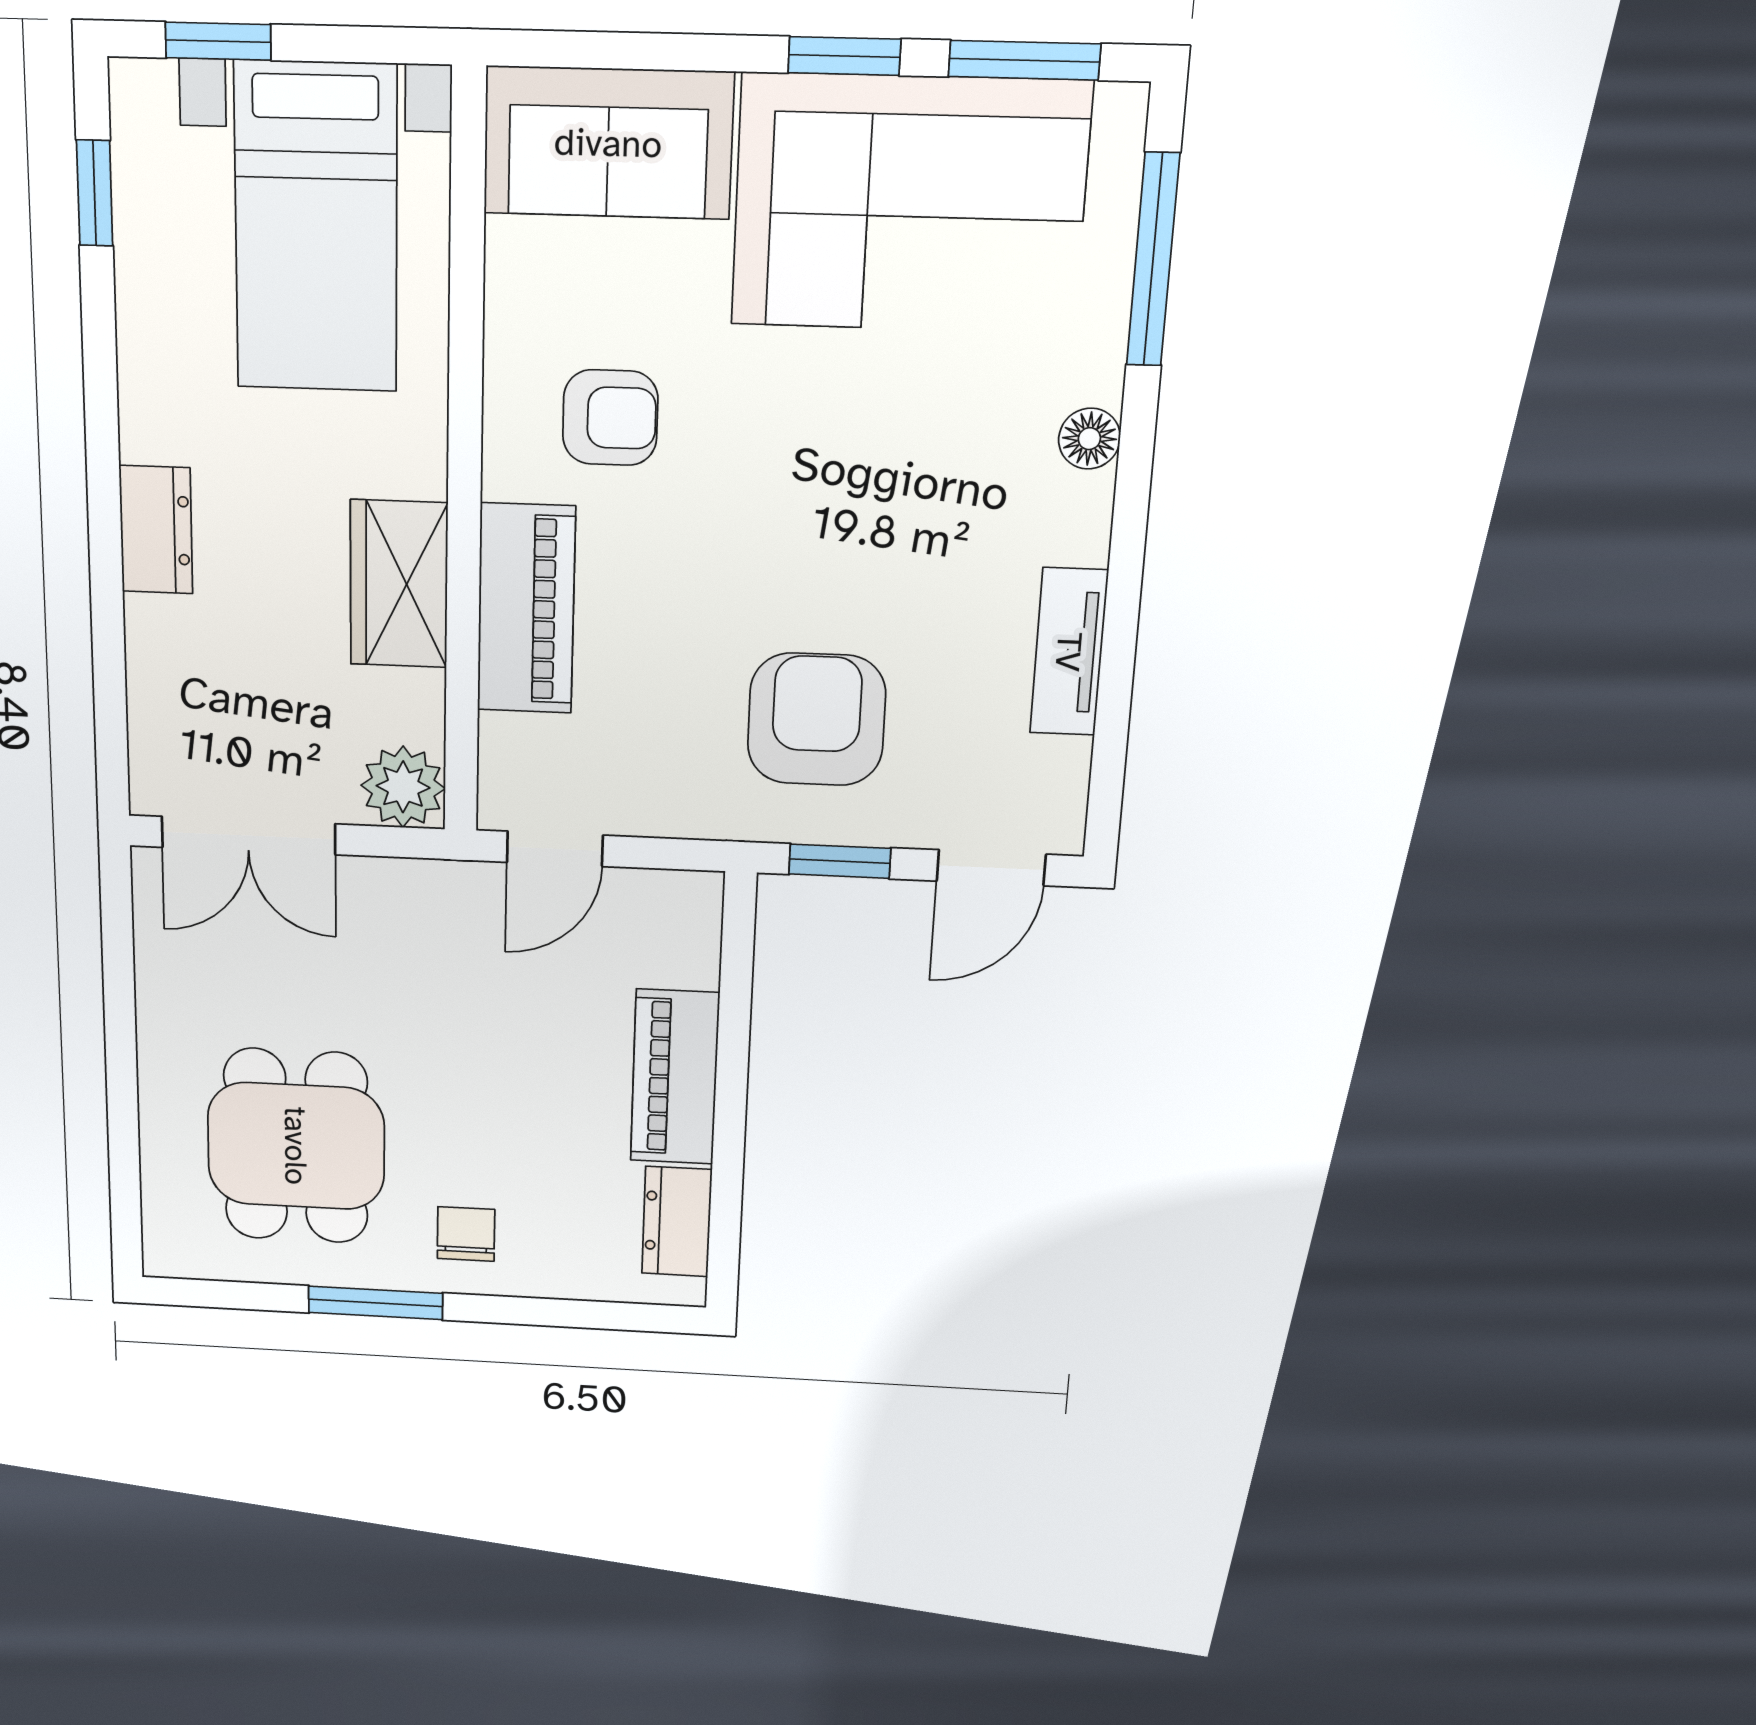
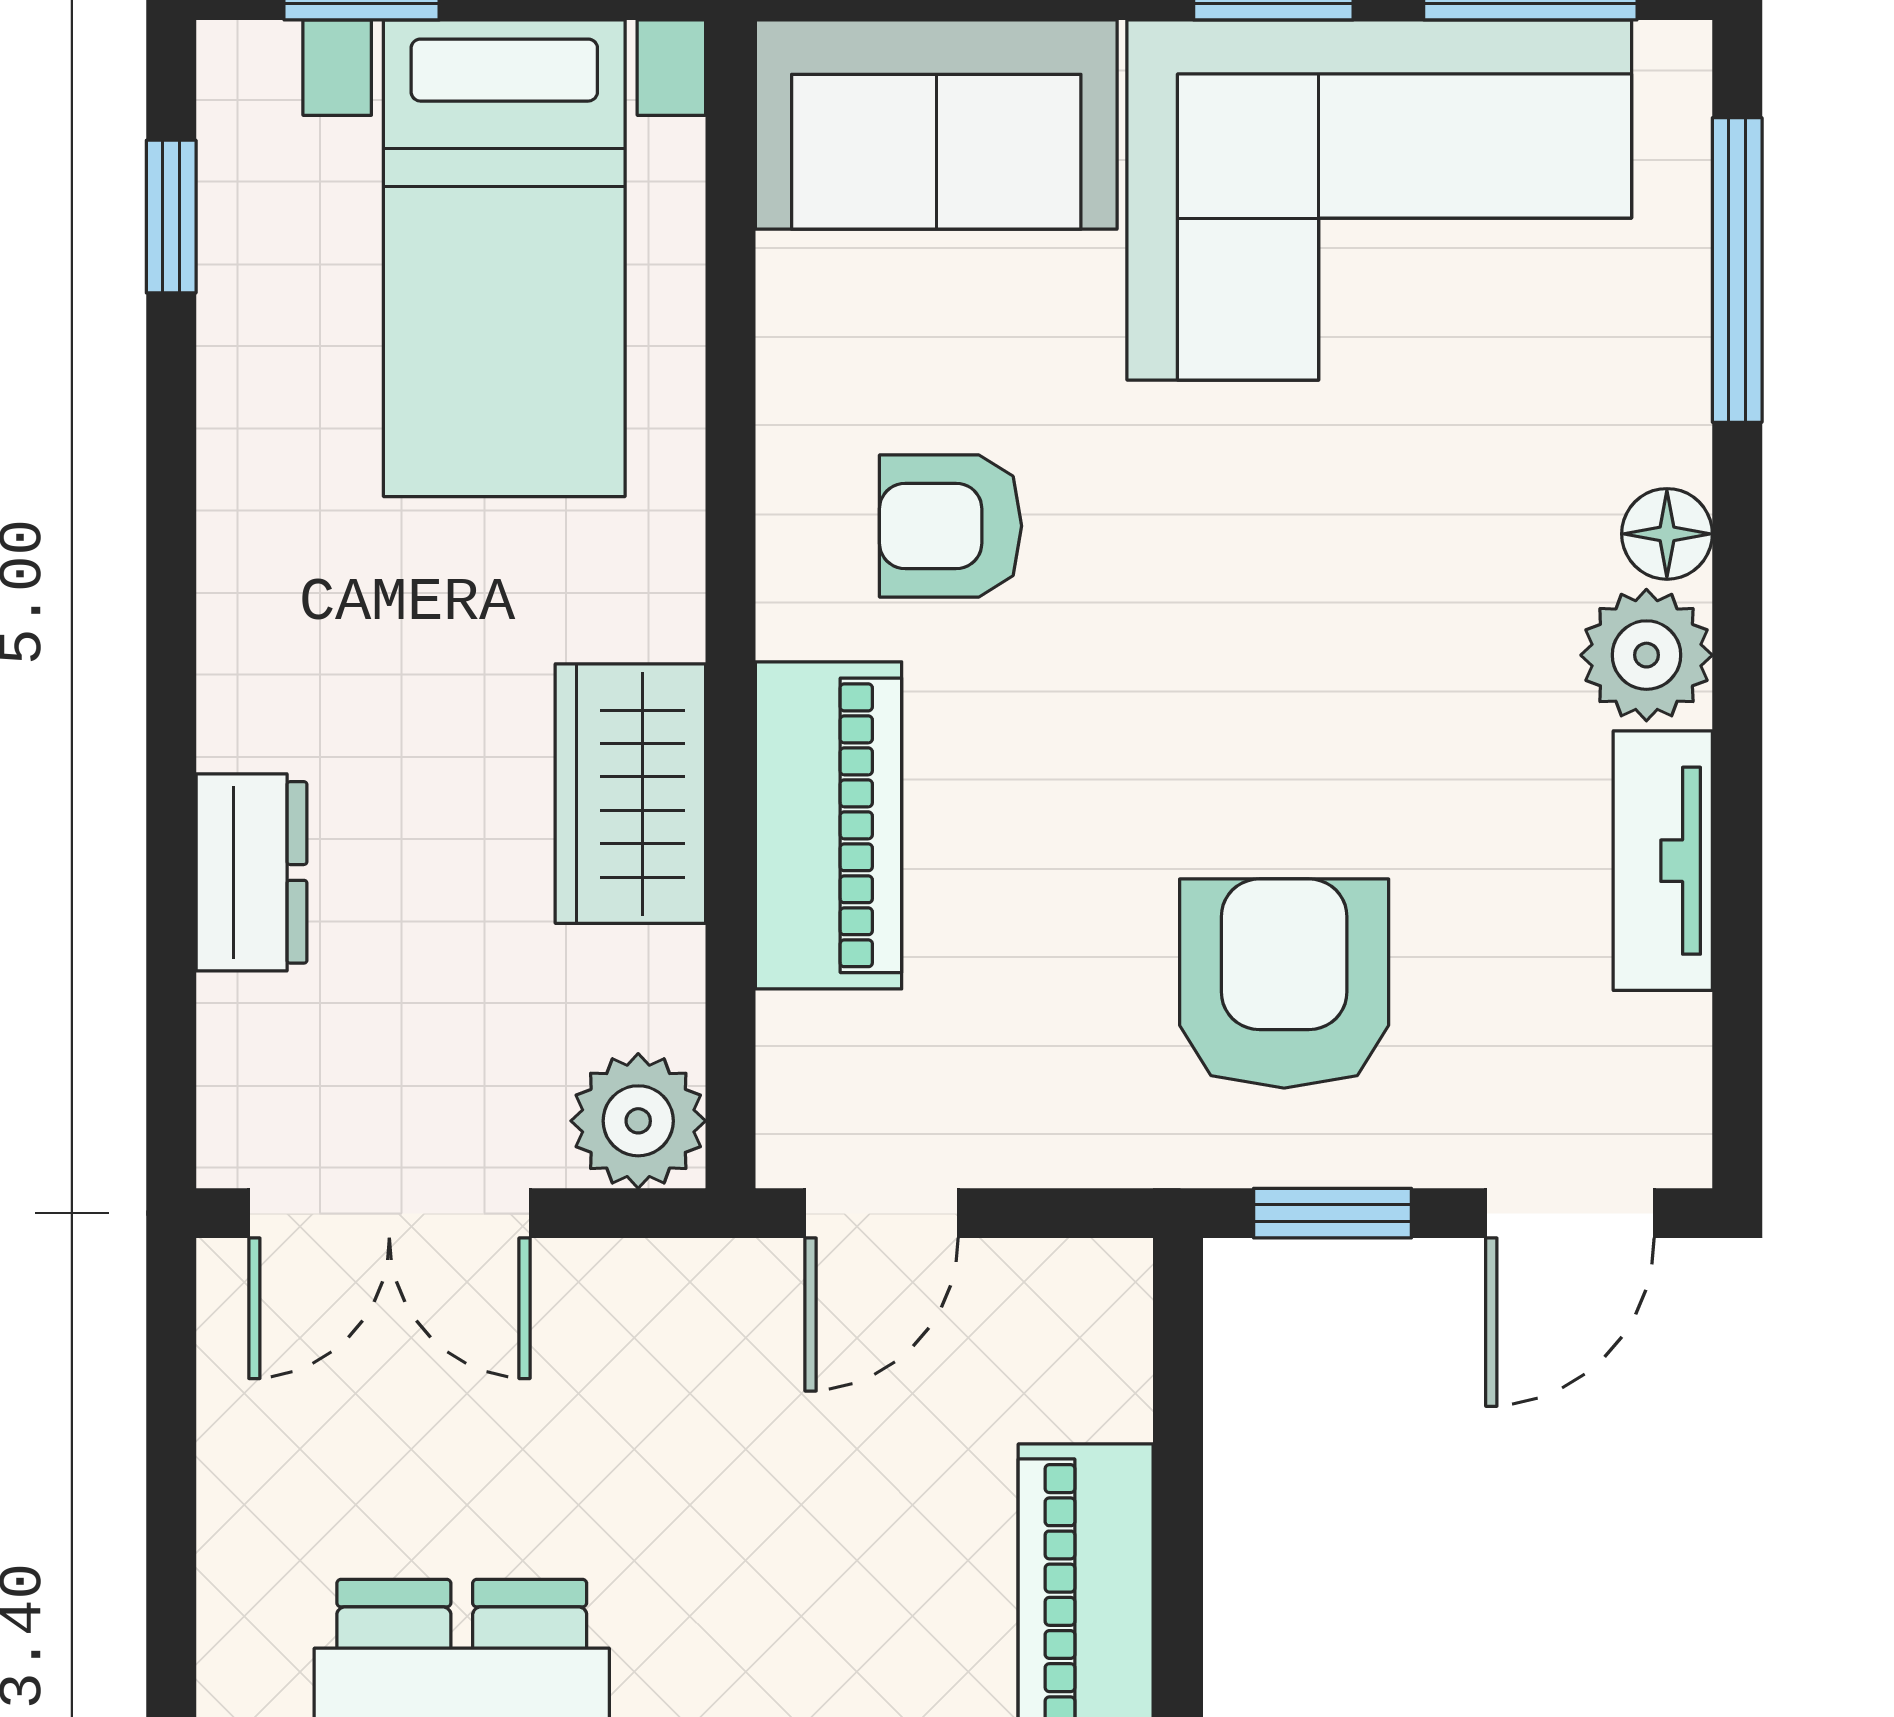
armchair: (610, 418) -> (951, 526), turned 180
plant: (1069, 518) -> (1646, 655), added
dresser: (156, 530) -> (252, 872), moved

